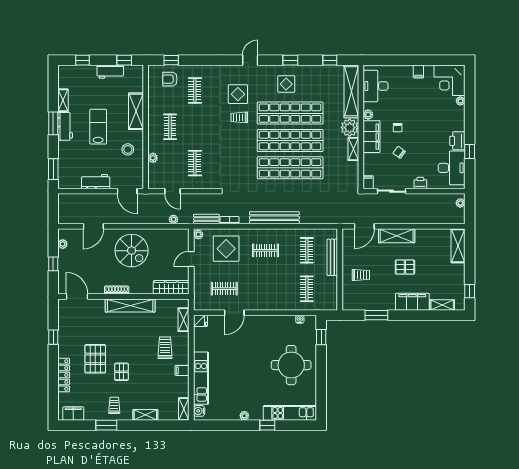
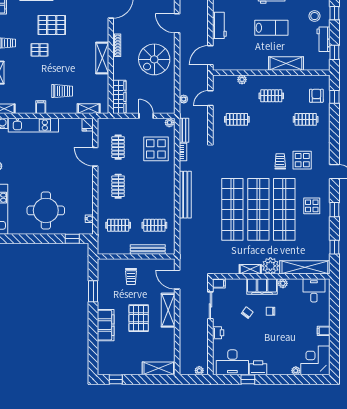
desk: (376, 86) -> (314, 290), width x0.73
stool: (128, 149) -> (315, 16), moved
clothes rail: (266, 250) -> (118, 186), moved
pallet: (405, 267) -> (139, 318), width x1.50, depth x1.42
shelving: (130, 305) -> (102, 58), width x0.68
shelving: (442, 305) -> (103, 353), removed

